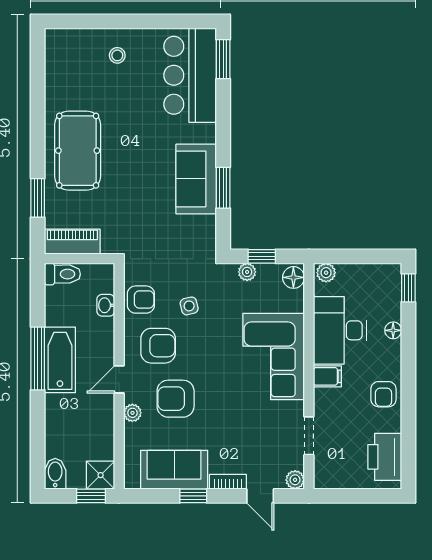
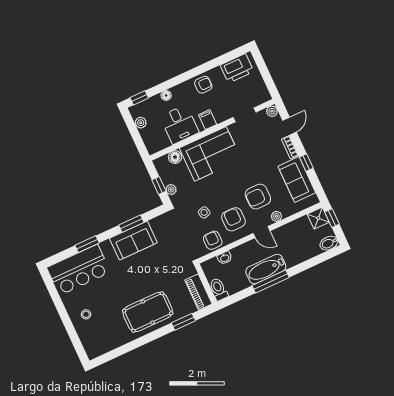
window: (223, 59) -> (87, 244), moved
plant: (326, 273) -> (141, 123), moved
floor lamp: (293, 277) -> (175, 157), moved
desk: (340, 330) -> (180, 124), width x0.73
armchair: (176, 399) -> (258, 197), turned 90

